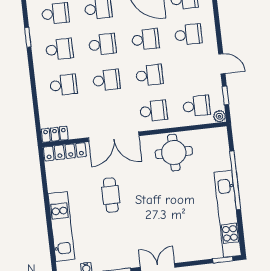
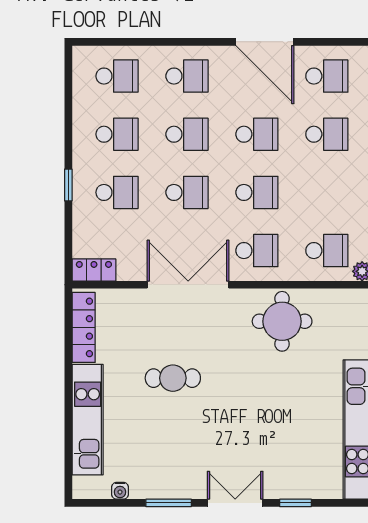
window: (28, 37) -> (68, 185), moved
double door: (114, 137) -> (188, 285), swing flipped
locker: (65, 152) -> (84, 327), moved, turned -90
cafe table: (111, 195) -> (173, 378), turned 90
window: (223, 260) -> (295, 503), moved

